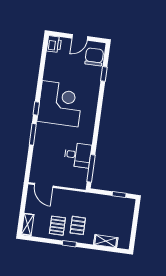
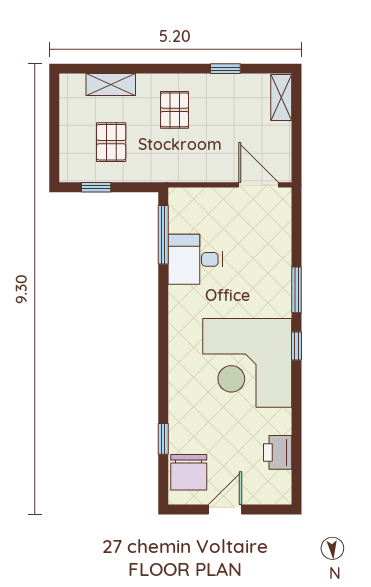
printer: (54, 44) -> (278, 452), moved
pallet: (57, 226) -> (111, 142), moved
window: (69, 244) -> (225, 69), moved

